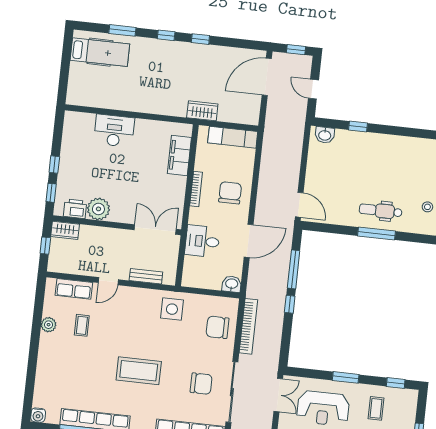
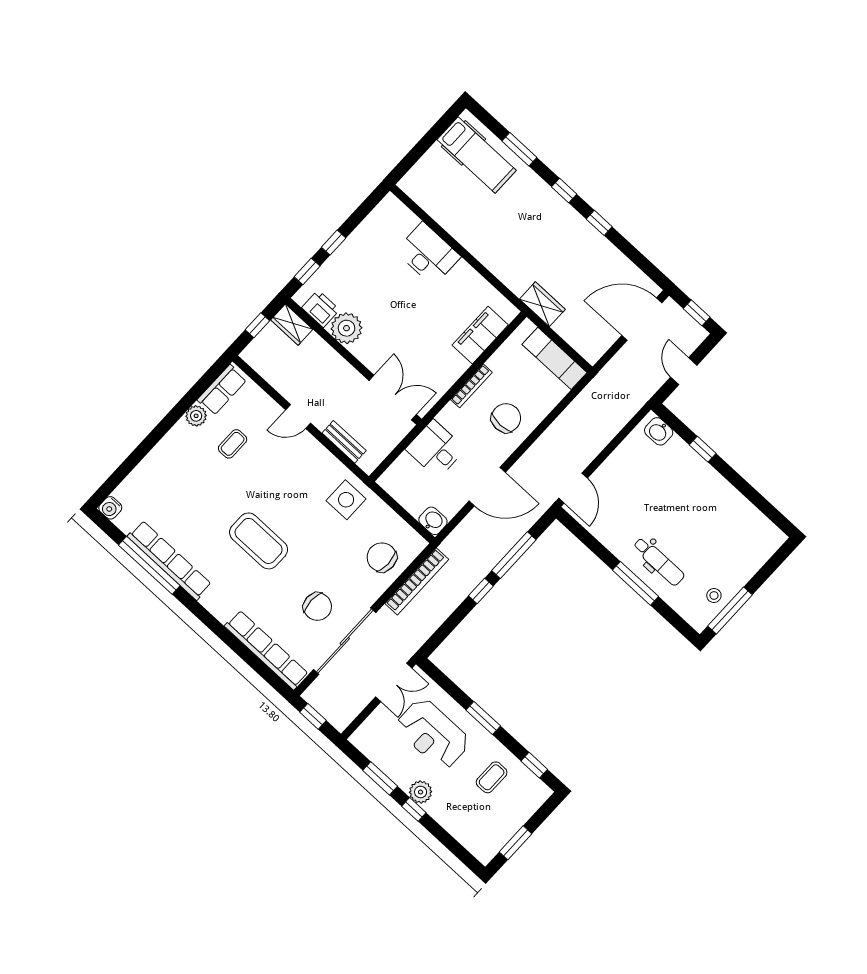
dental chair: (381, 211) -> (659, 561), turned 180
row of seats: (74, 289) -> (222, 390), moved, turned -90

